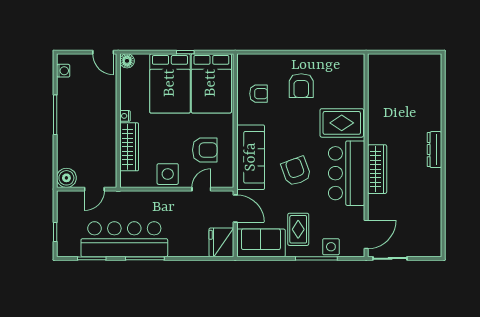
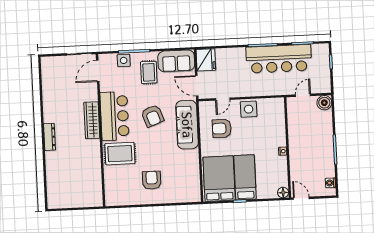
bed: (170, 83) -> (245, 177), width x0.67
armchair: (259, 94) -> (183, 173), removed
wardrobe: (129, 147) -> (278, 128), removed

